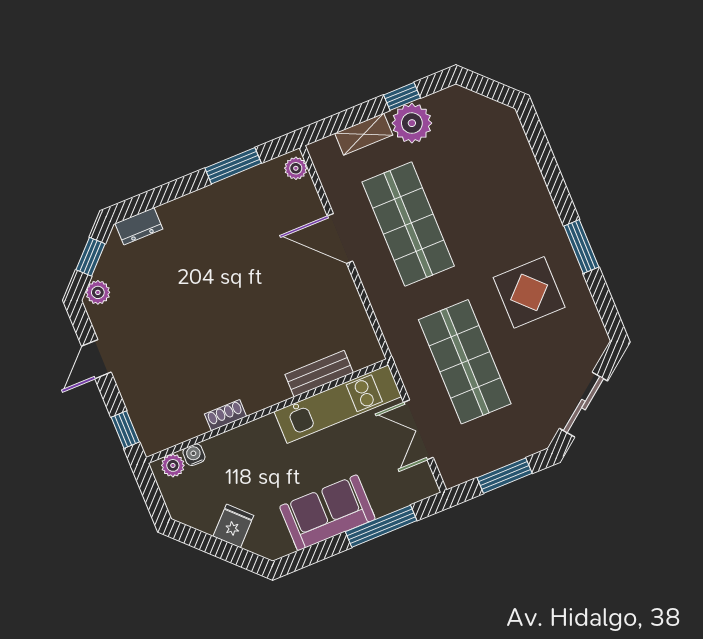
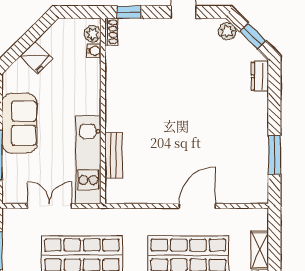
plant: (296, 168) -> (256, 196), removed
shoe rack: (226, 415) -> (112, 32), moved

